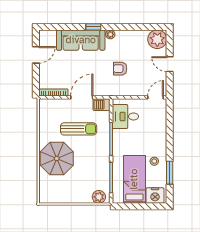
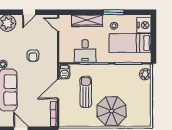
door: (82, 97) -> (58, 89), hinge flipped
desk: (125, 117) -> (85, 51), moved
wardrobe: (160, 131) -> (87, 21), added
window: (170, 173) -> (113, 12), moved

